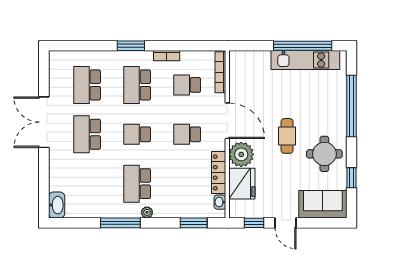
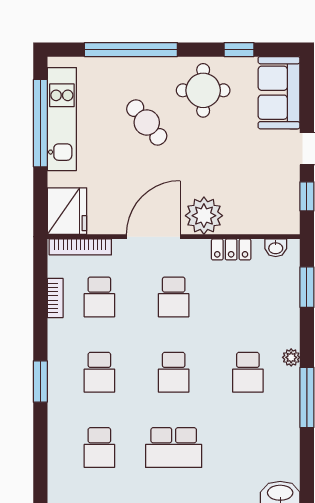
bookcase: (167, 56) -> (55, 298), moved
school desk: (87, 85) -> (99, 448), width x0.54
school desk: (137, 85) -> (99, 372), width x0.54
cafe table: (287, 136) -> (147, 122), moved, turned 51
locker: (219, 172) -> (231, 249), width x0.66
school desk: (137, 184) -> (248, 372), width x0.54
fridge: (242, 184) -> (67, 211), moved, turned 90

